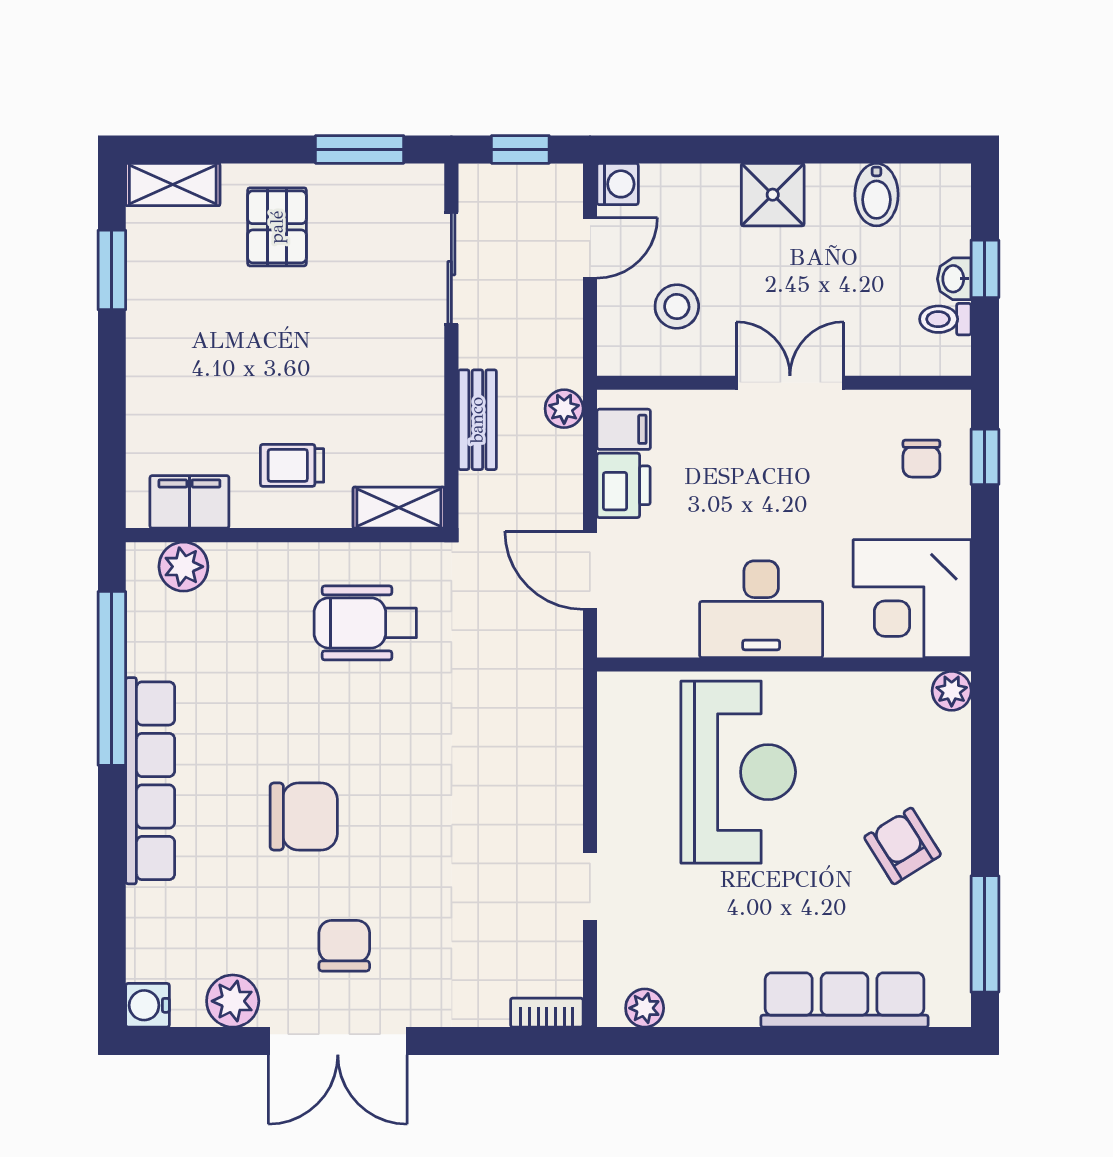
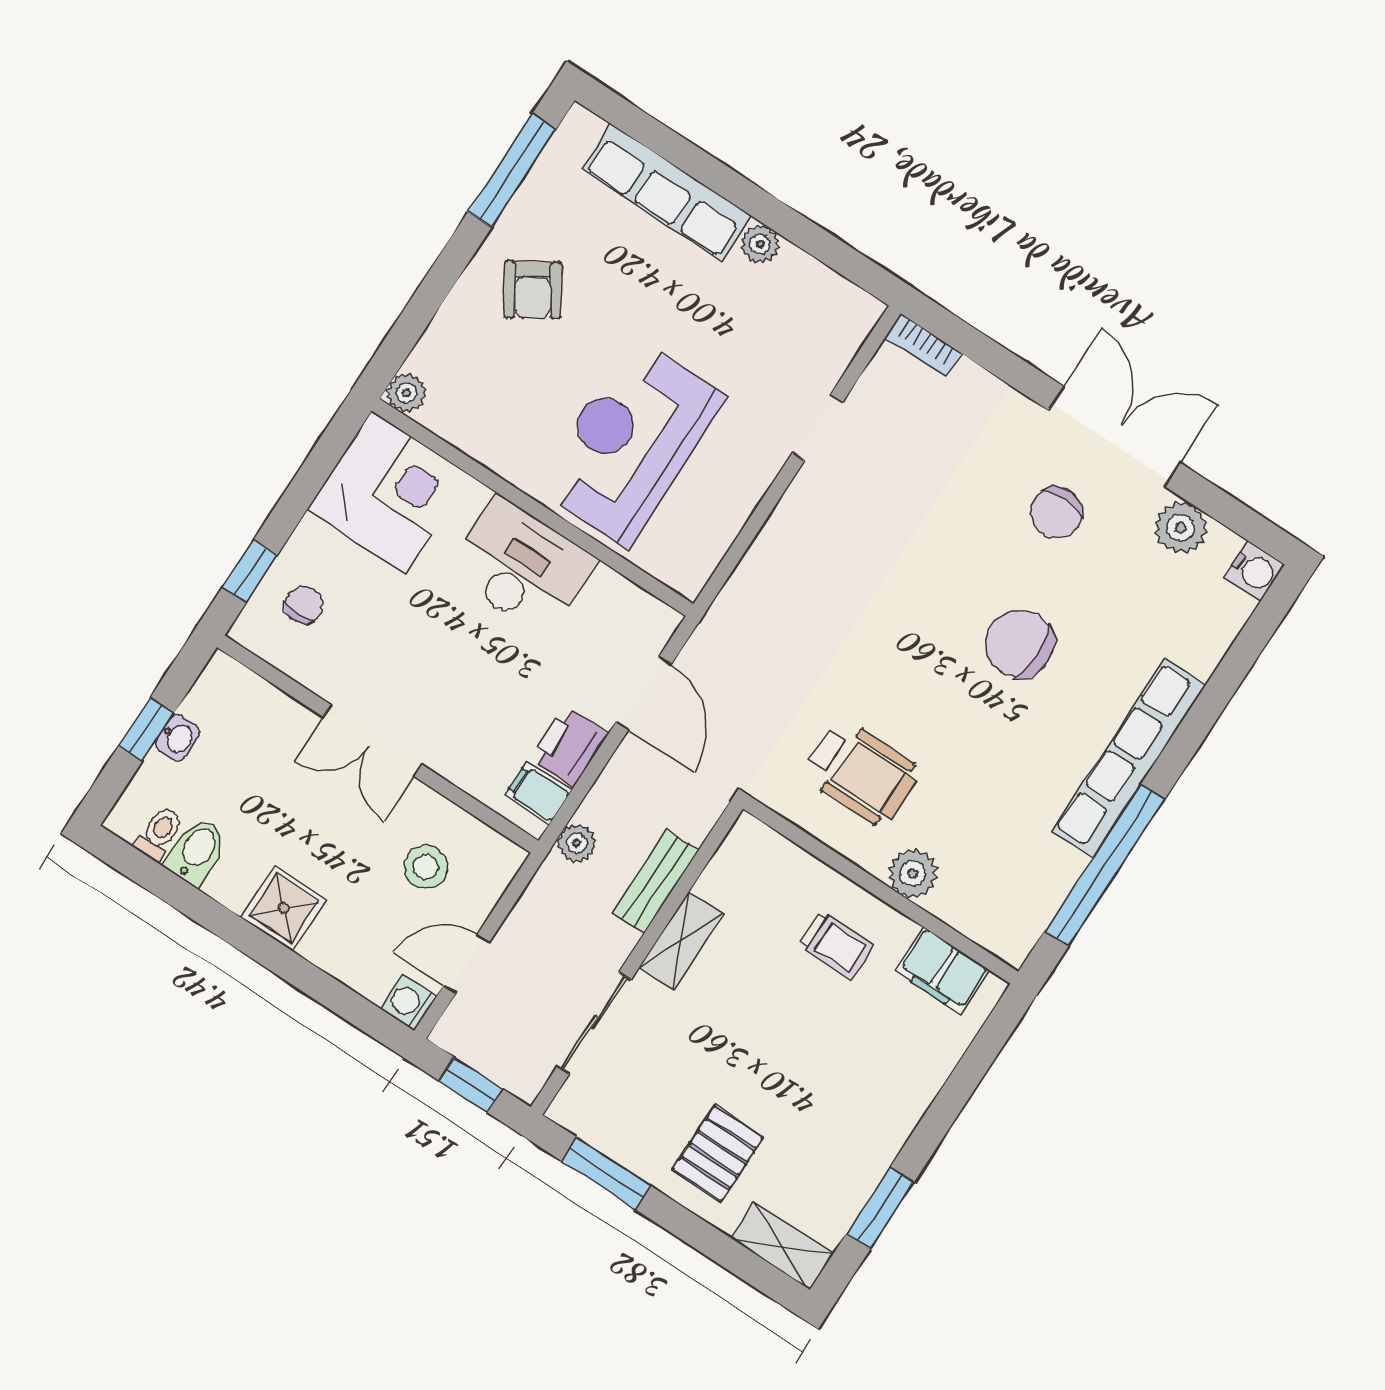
toilet: (945, 319) -> (159, 833), moved, turned -90
shelving: (399, 508) -> (681, 941), moved, turned 90
plant: (183, 567) -> (913, 874), moved
plant: (645, 1008) -> (760, 244), moved

